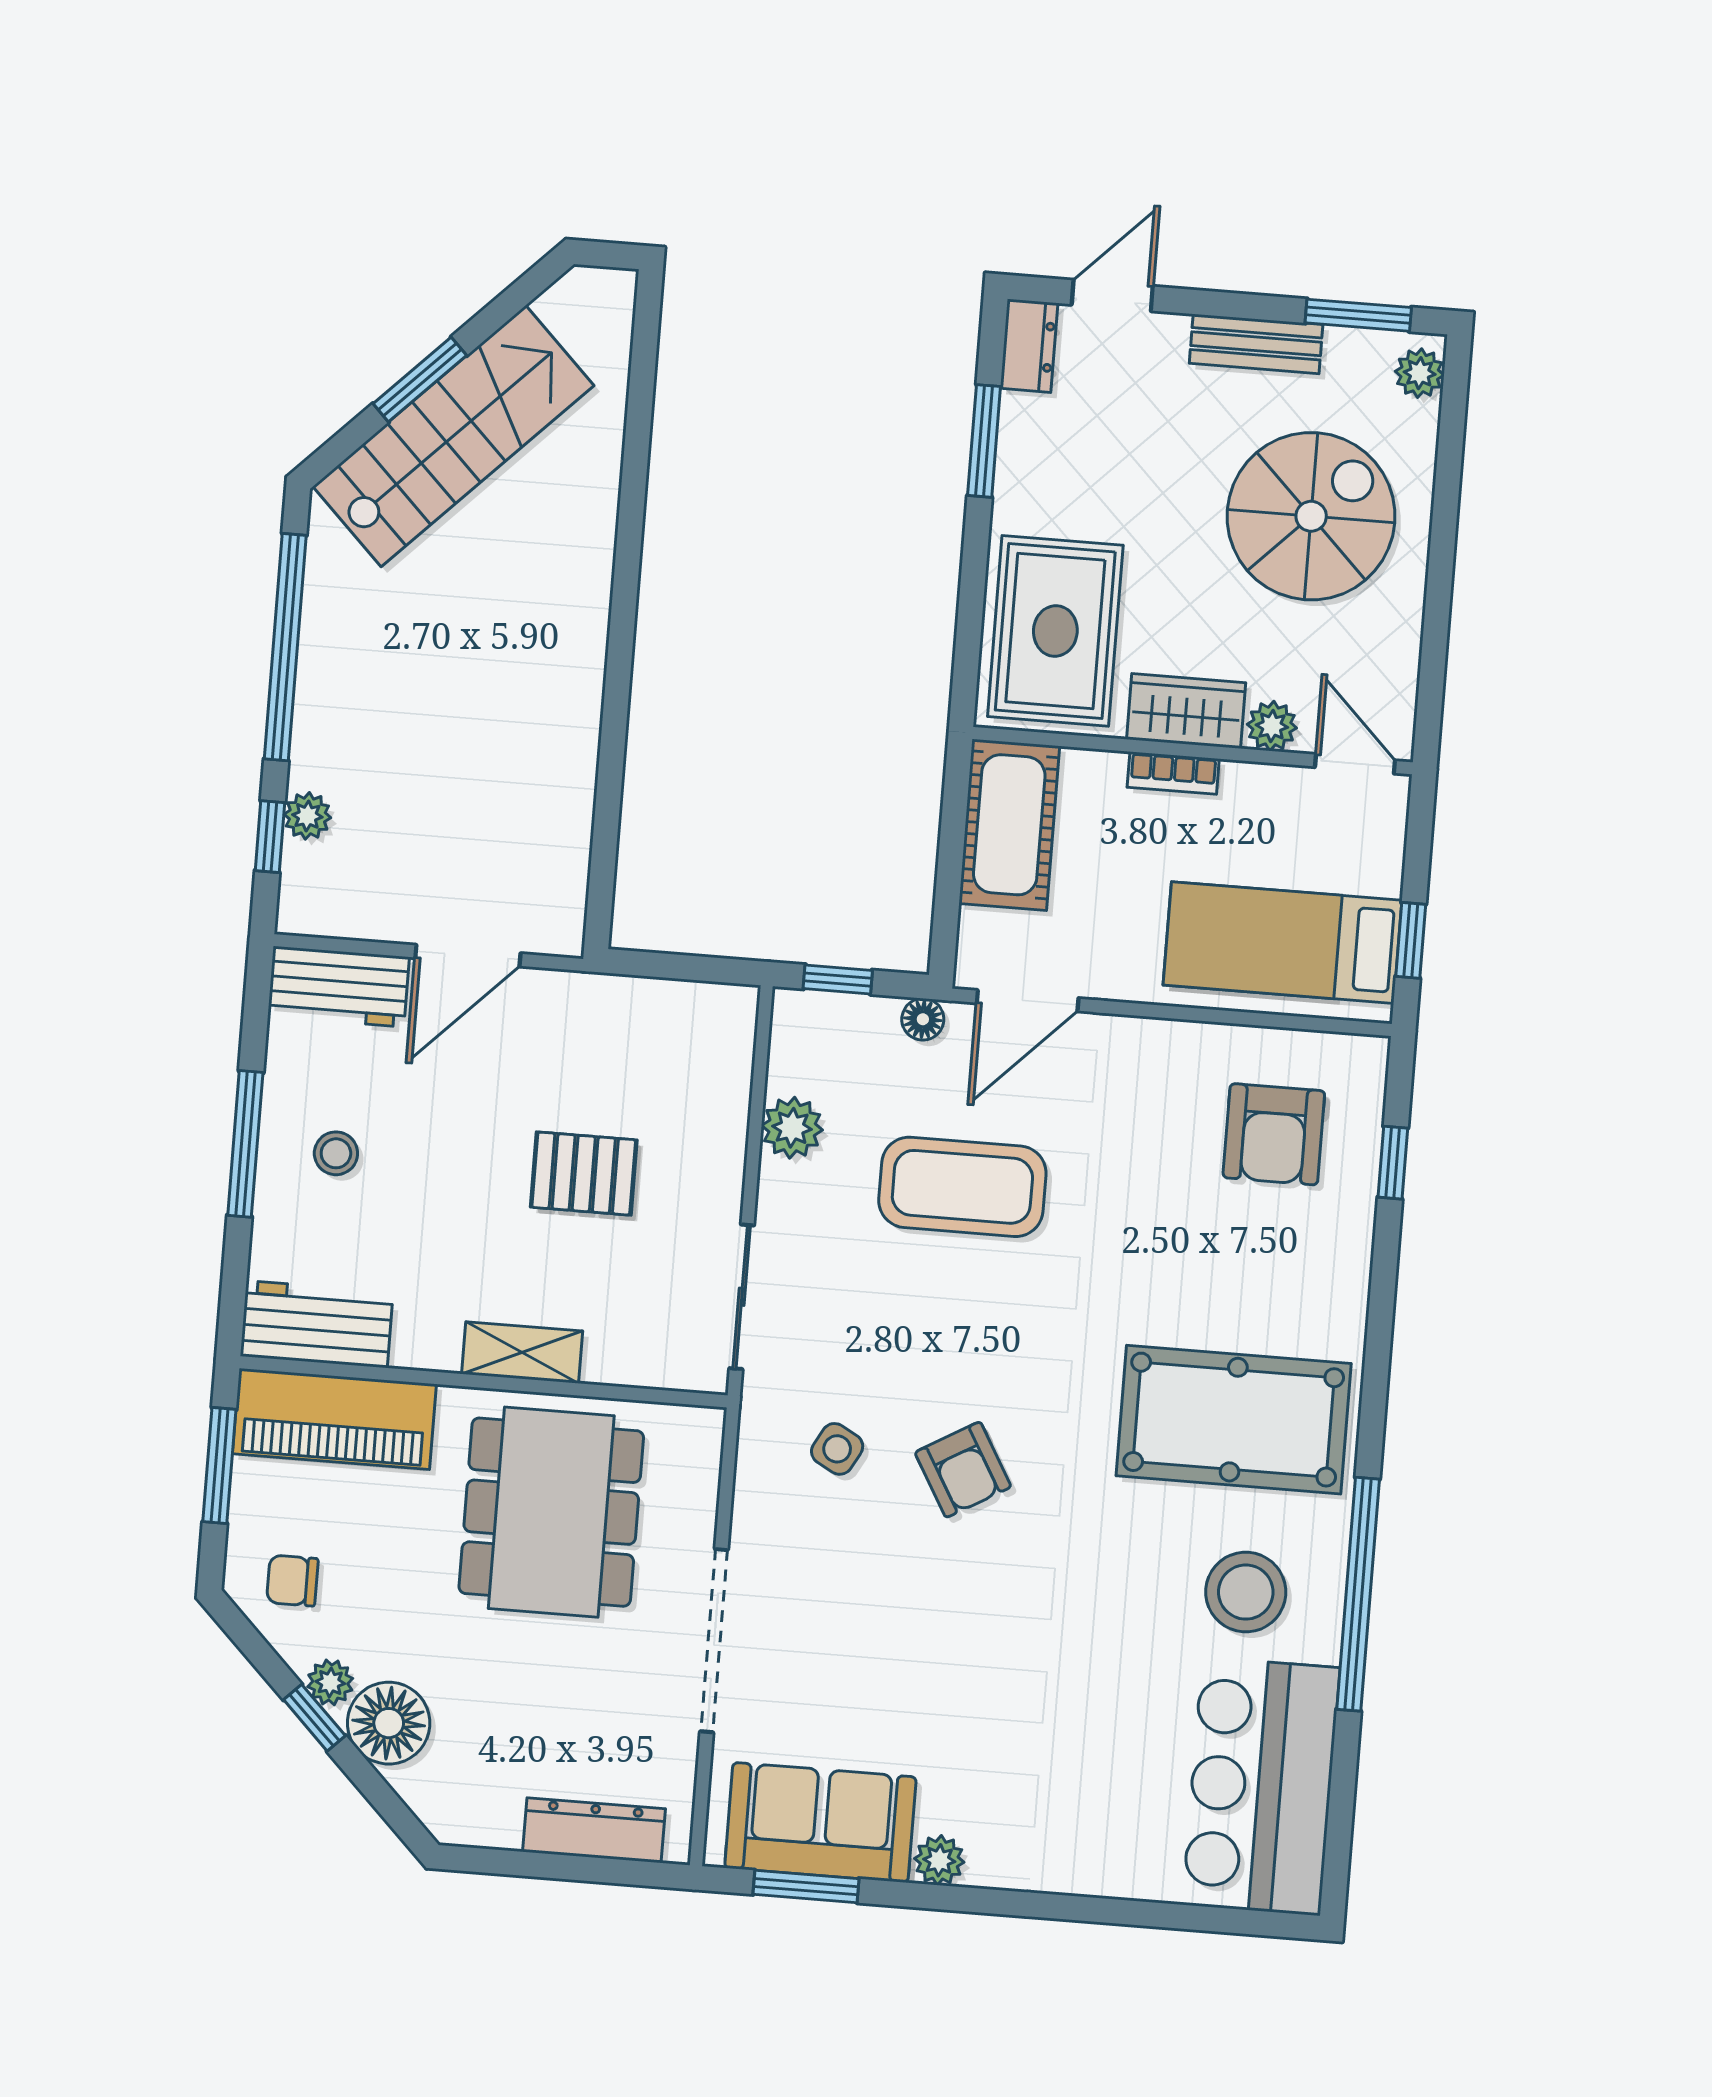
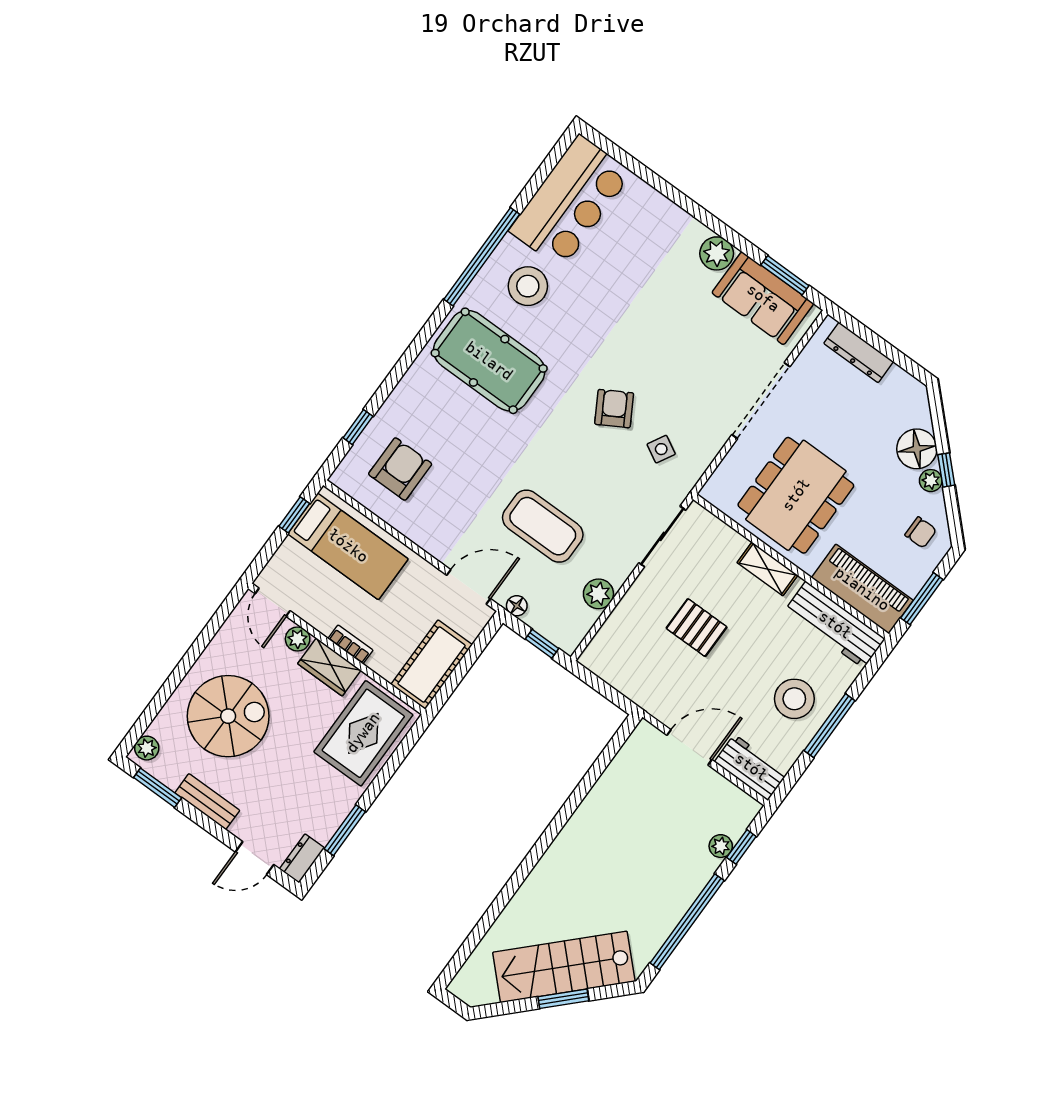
spiral stairs: (1311, 516) -> (228, 716), turned 180
stool: (336, 1153) -> (794, 699), width x1.89, depth x1.89
workbench: (317, 1324) -> (835, 625), width x1.38
plant: (939, 1860) -> (717, 253), width x1.38, depth x1.38

